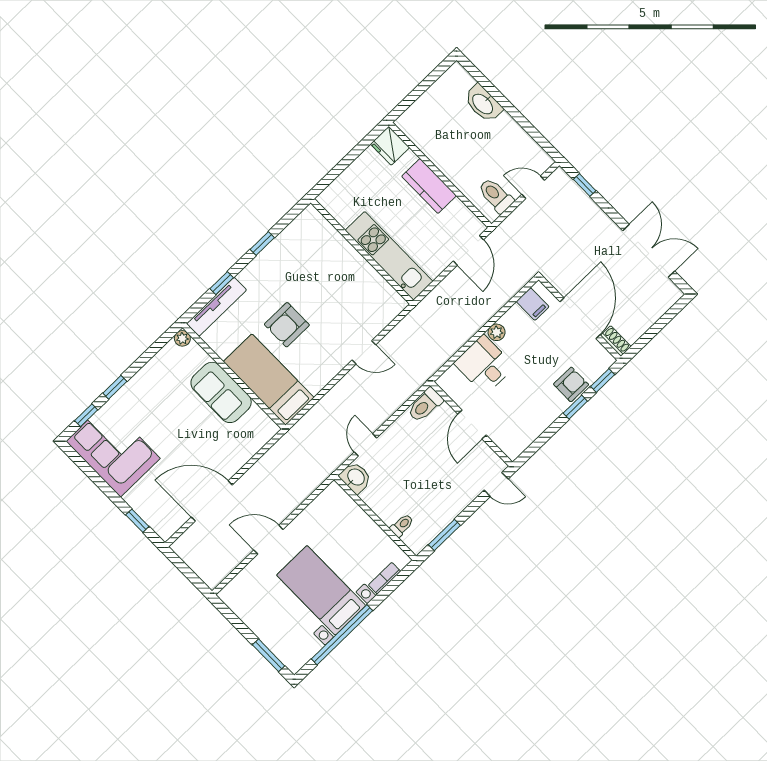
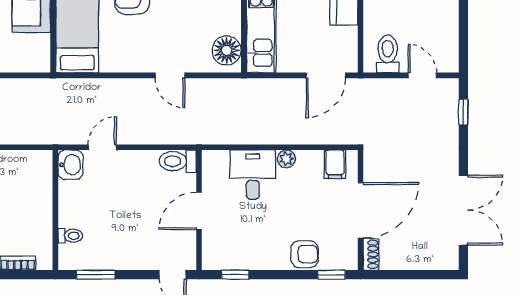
floor lamp: (386, 299) -> (227, 50), added
window: (575, 407) -> (235, 275), moved

